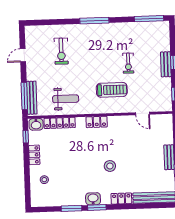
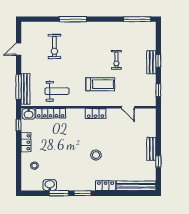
window: (94, 21) -> (73, 19), moved
locker: (97, 122) -> (96, 114), moved
washbasin: (93, 199) -> (50, 185), moved

